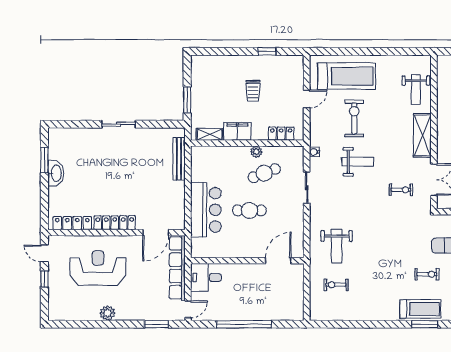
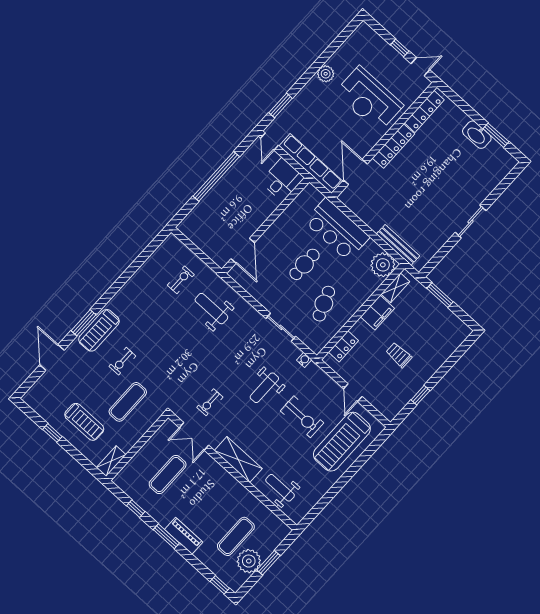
plant: (256, 152) -> (383, 265), moved, width x1.87, depth x1.87
reception desk: (98, 268) -> (369, 99), turned 90

